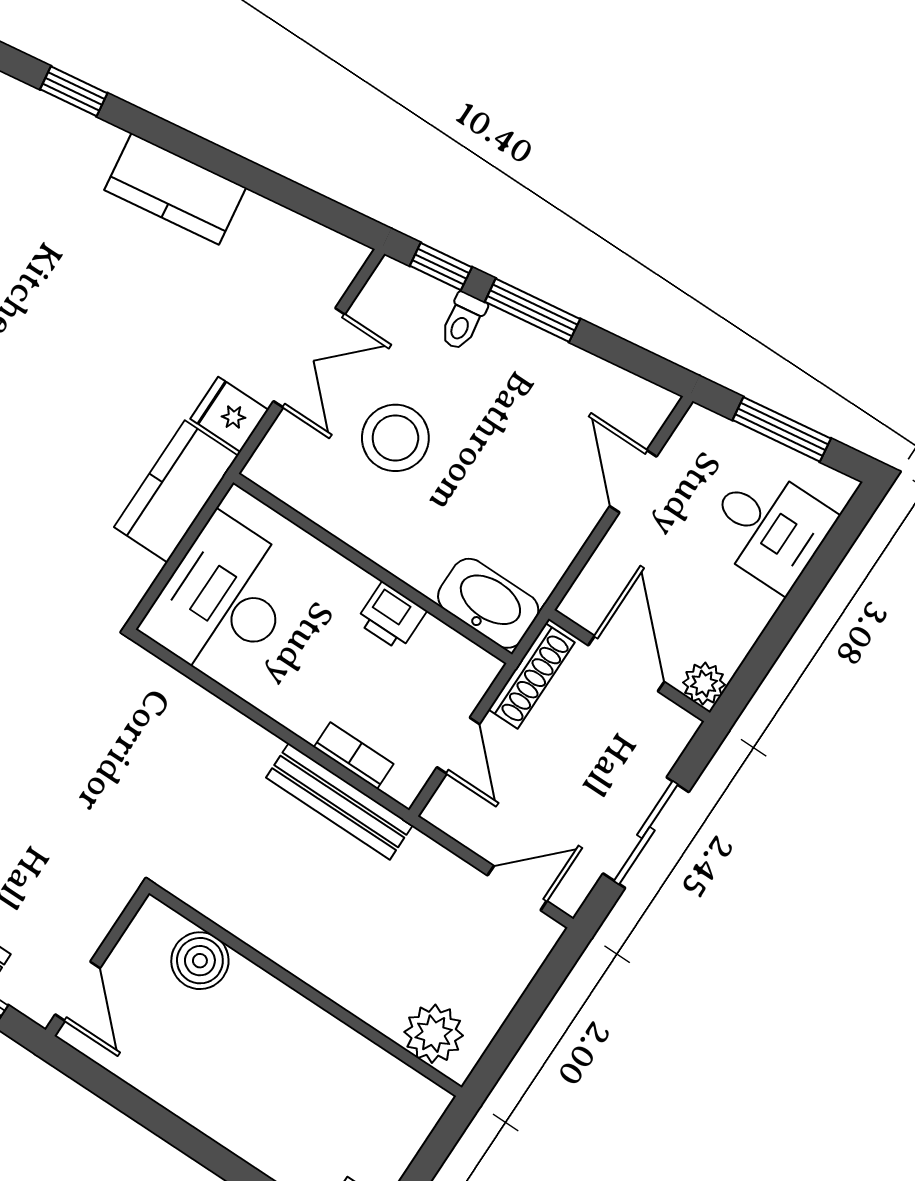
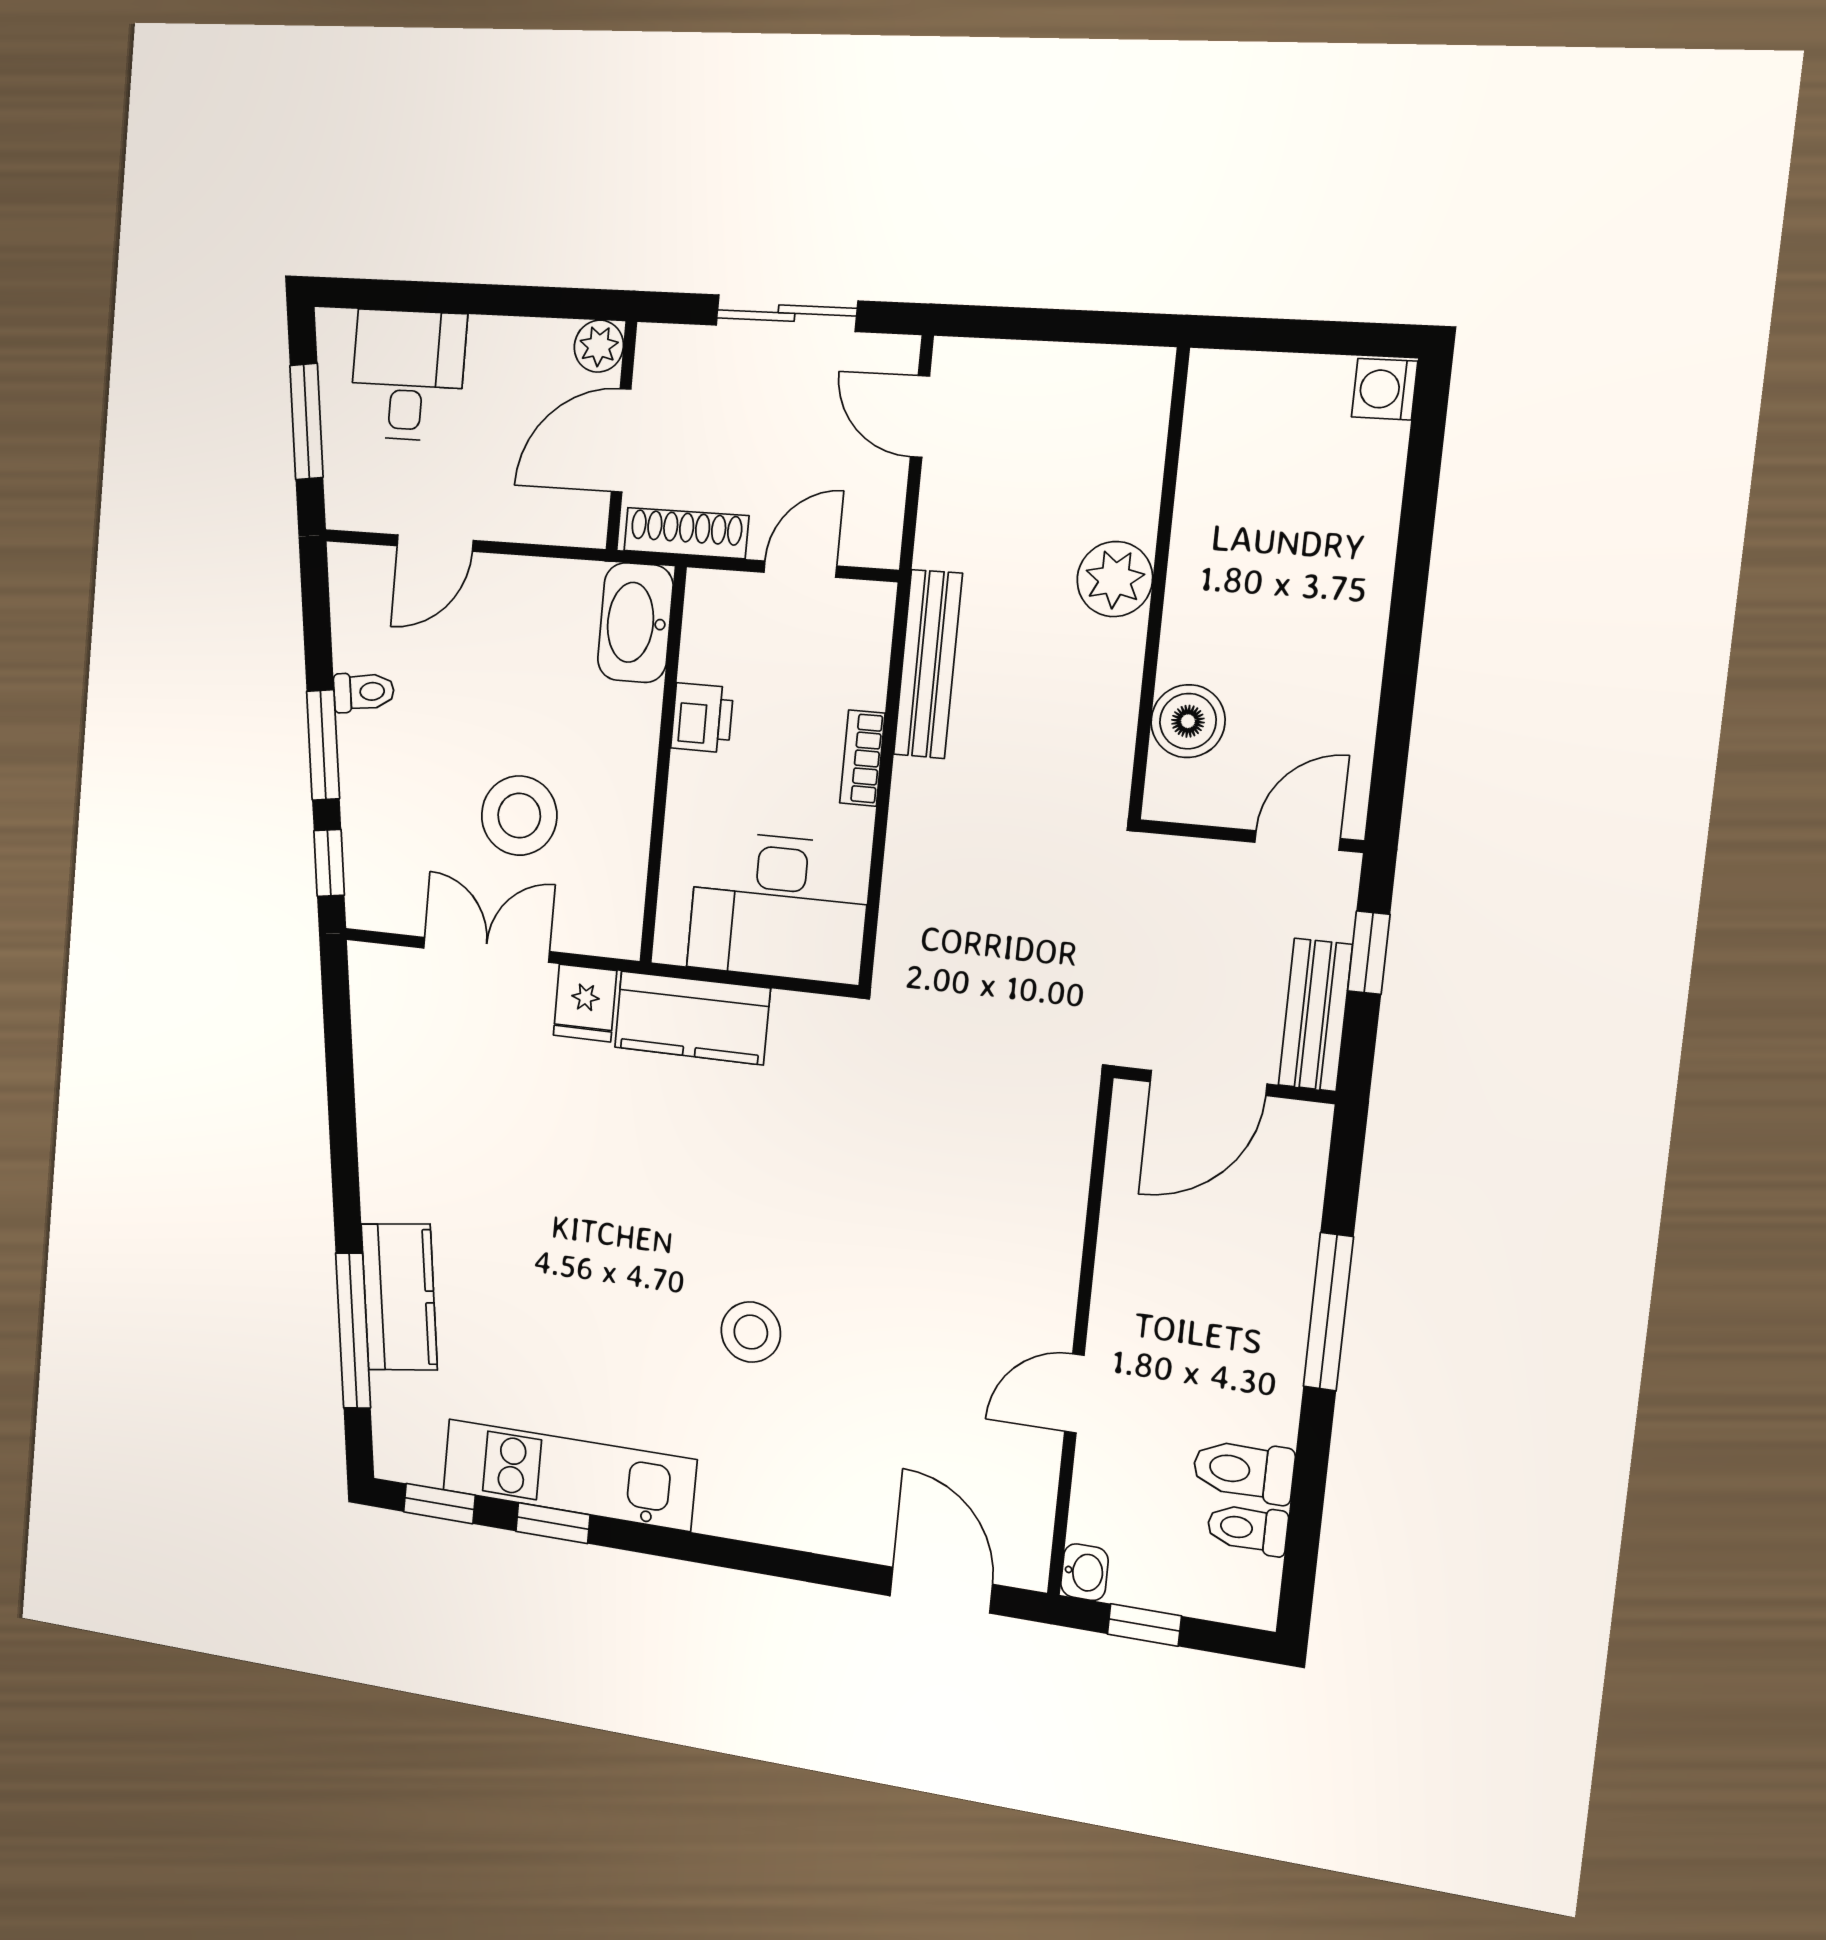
window: (74, 91) -> (353, 1331), width x2.17
kitchen counter: (175, 189) -> (399, 1297), moved
toilet: (463, 321) -> (364, 692), moved
bookcase: (354, 756) -> (862, 758), moved
plant: (434, 1034) -> (1115, 579), moved

